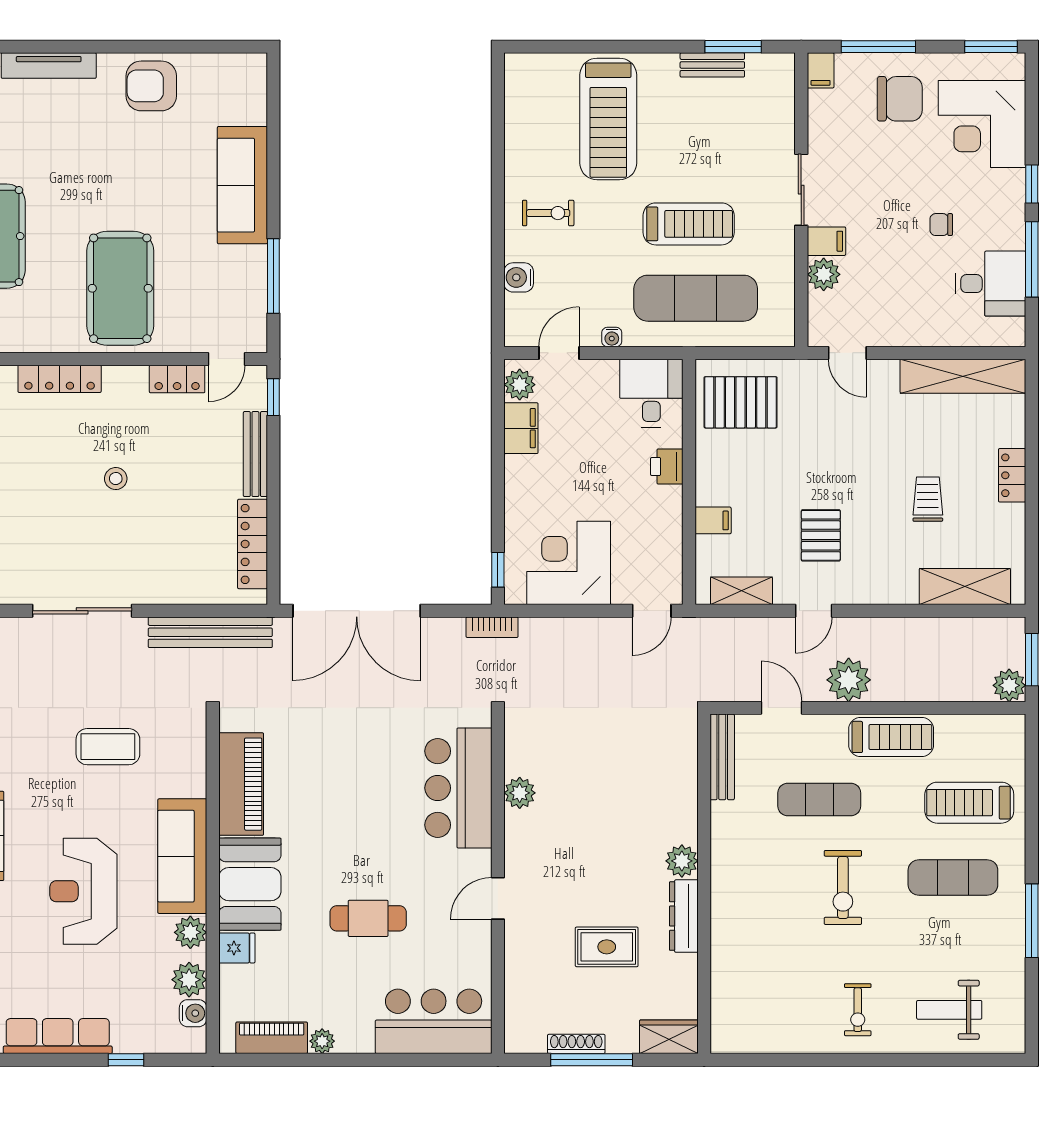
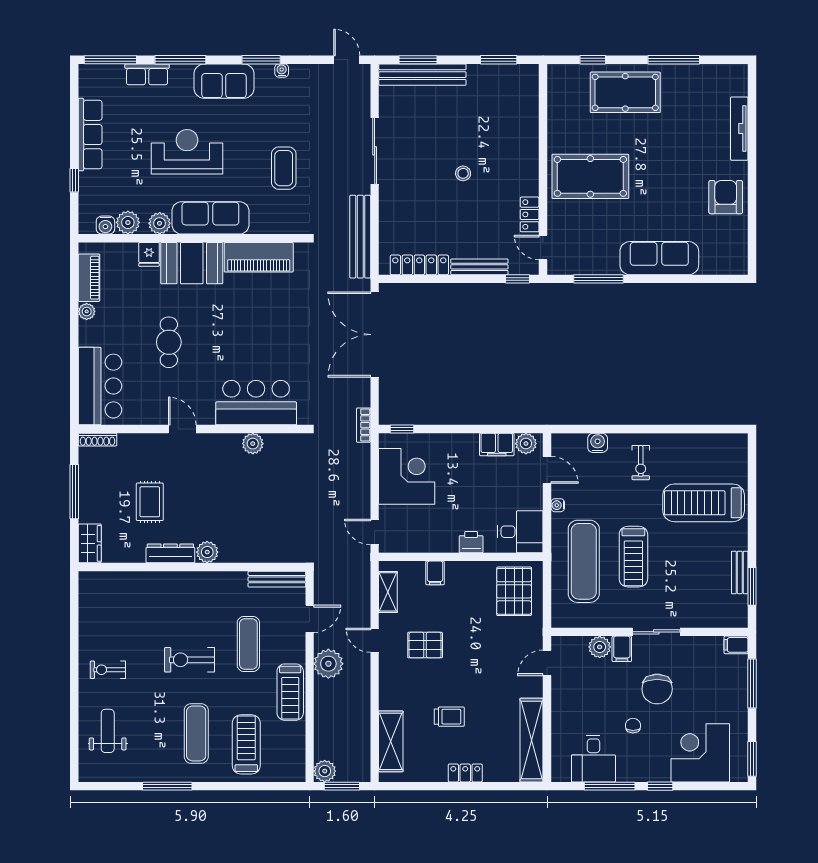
chair: (900, 99) -> (657, 689), moved
locker: (60, 379) -> (530, 136), removed
shoe rack: (576, 1044) -> (97, 440), moved, turned 90

